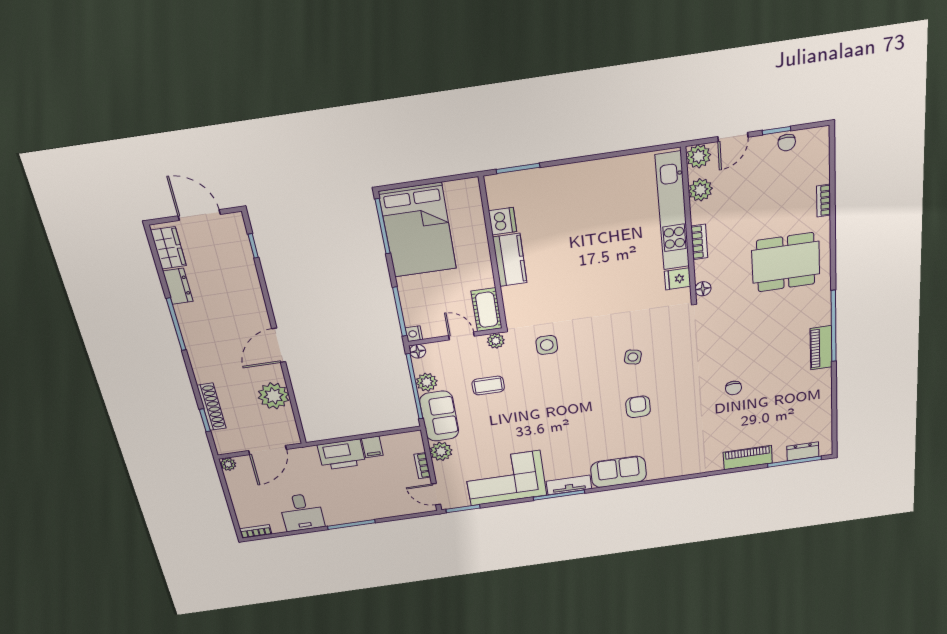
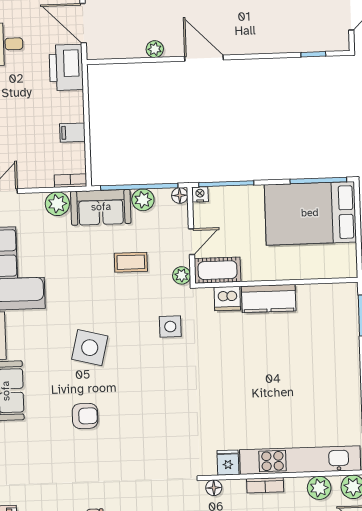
dishwasher: (503, 221) -> (227, 298), moved
side table: (633, 357) -> (90, 348), moved, width x1.87, depth x1.87
coffee table: (488, 386) -> (131, 262), turned 90
plant: (274, 396) -> (155, 49), width x0.53, depth x0.53
printer: (341, 455) -> (66, 67), moved
bookcase: (422, 466) -> (70, 181), moved

